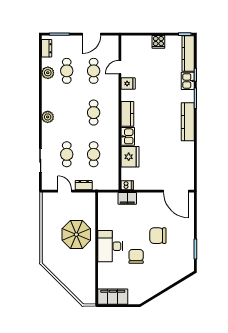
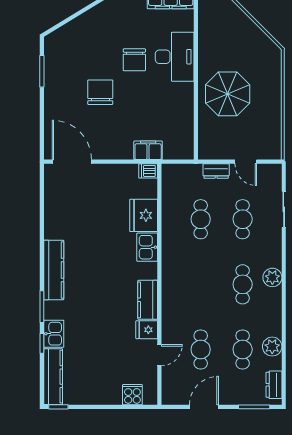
cooker: (158, 42) -> (132, 395), moved
cafe table: (94, 113) -> (243, 284), moved
kitchen counter: (127, 114) -> (148, 300), moved
chair: (158, 236) -> (100, 92), turned -90
desk: (110, 246) -> (175, 57), moved

